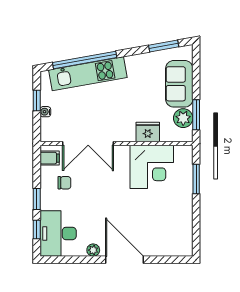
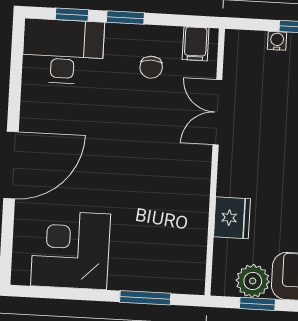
window: (196, 115) -> (257, 304), width x0.67
double door: (88, 144) -> (217, 112), width x0.73
corner desk: (152, 167) -> (71, 250), moved, turned 90
plant: (93, 250) -> (31, 111), removed

